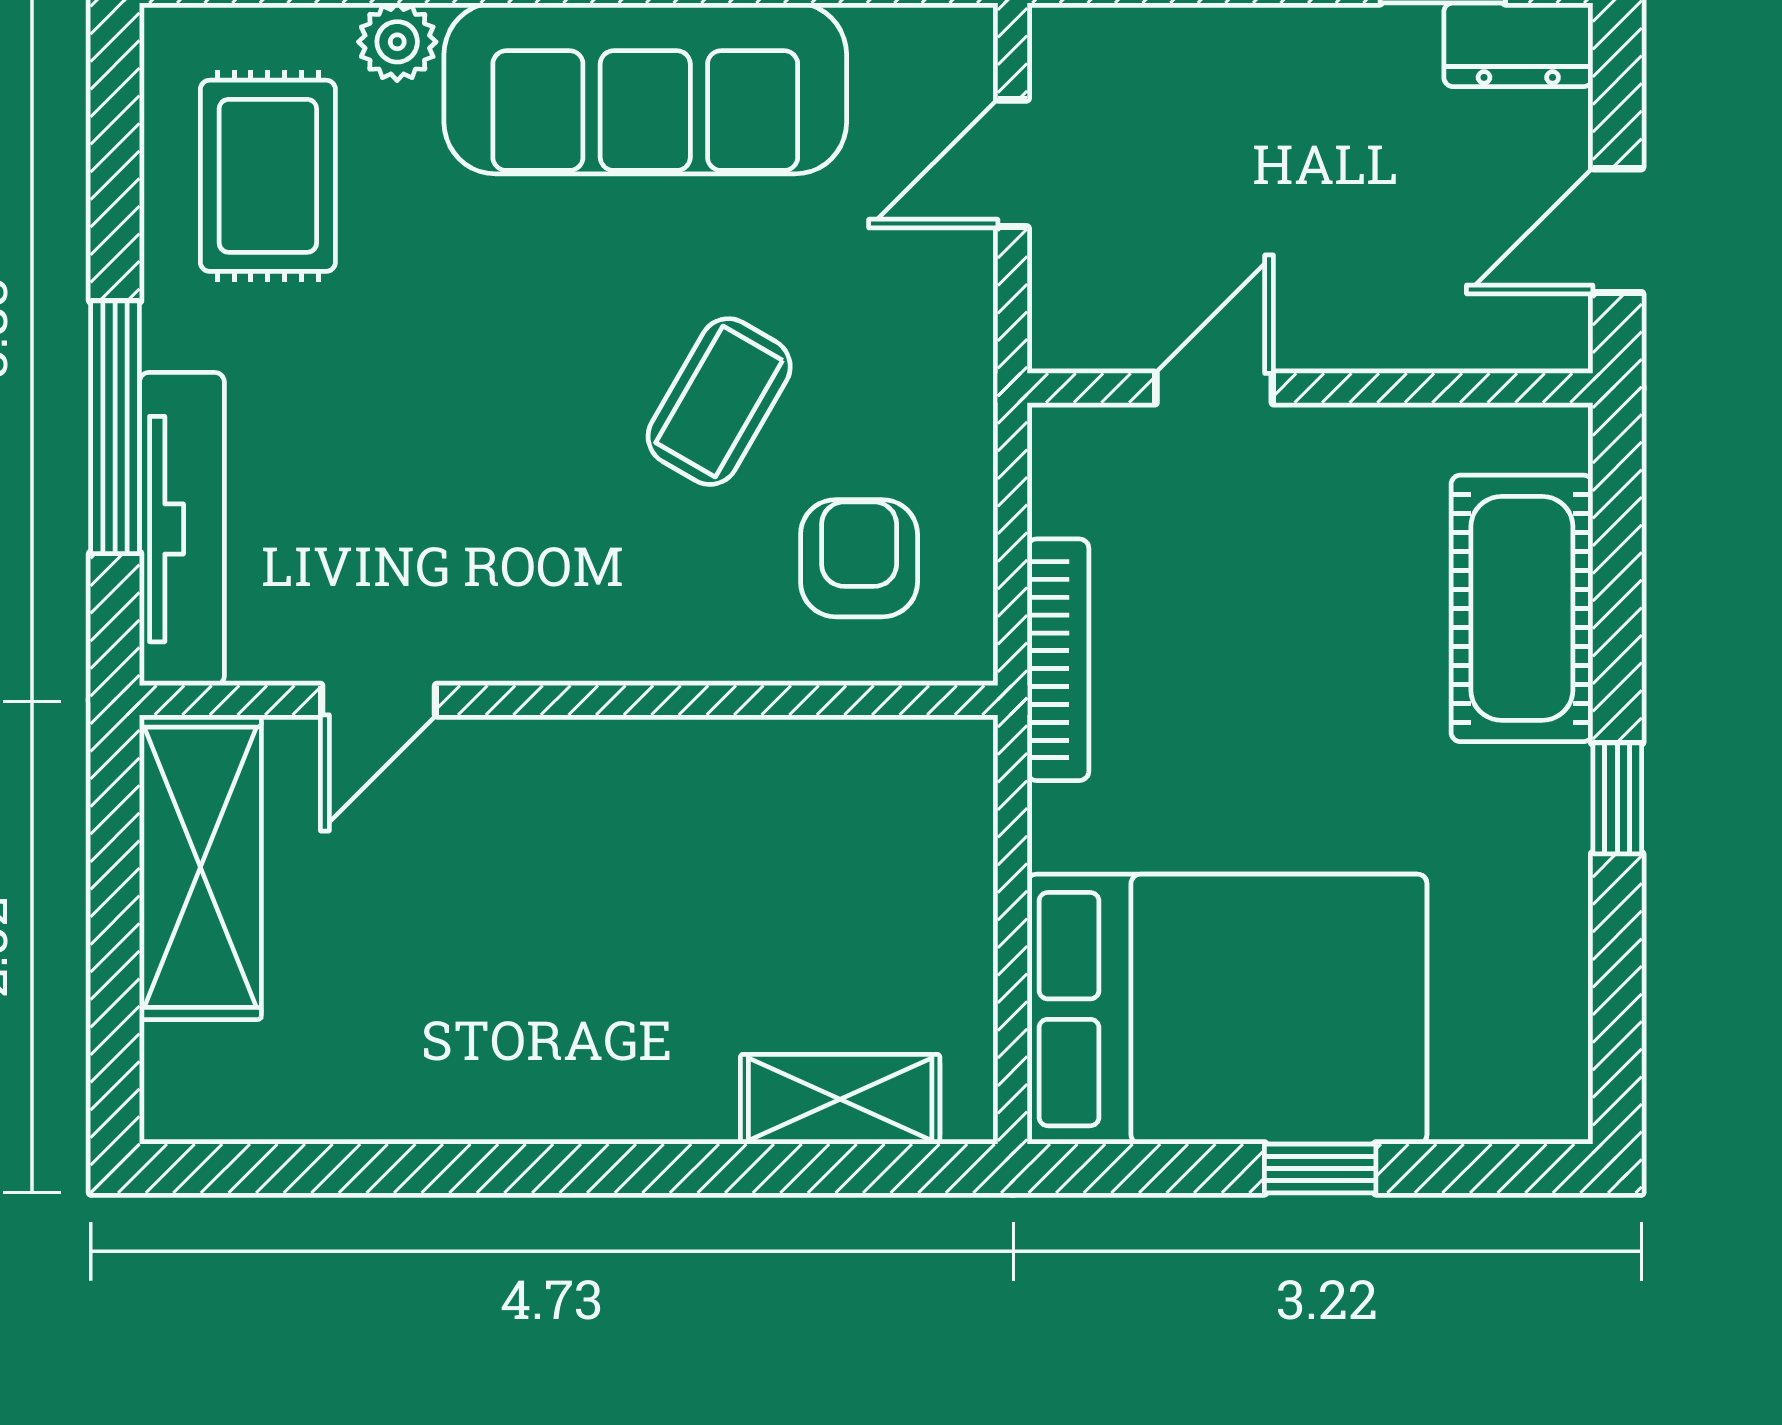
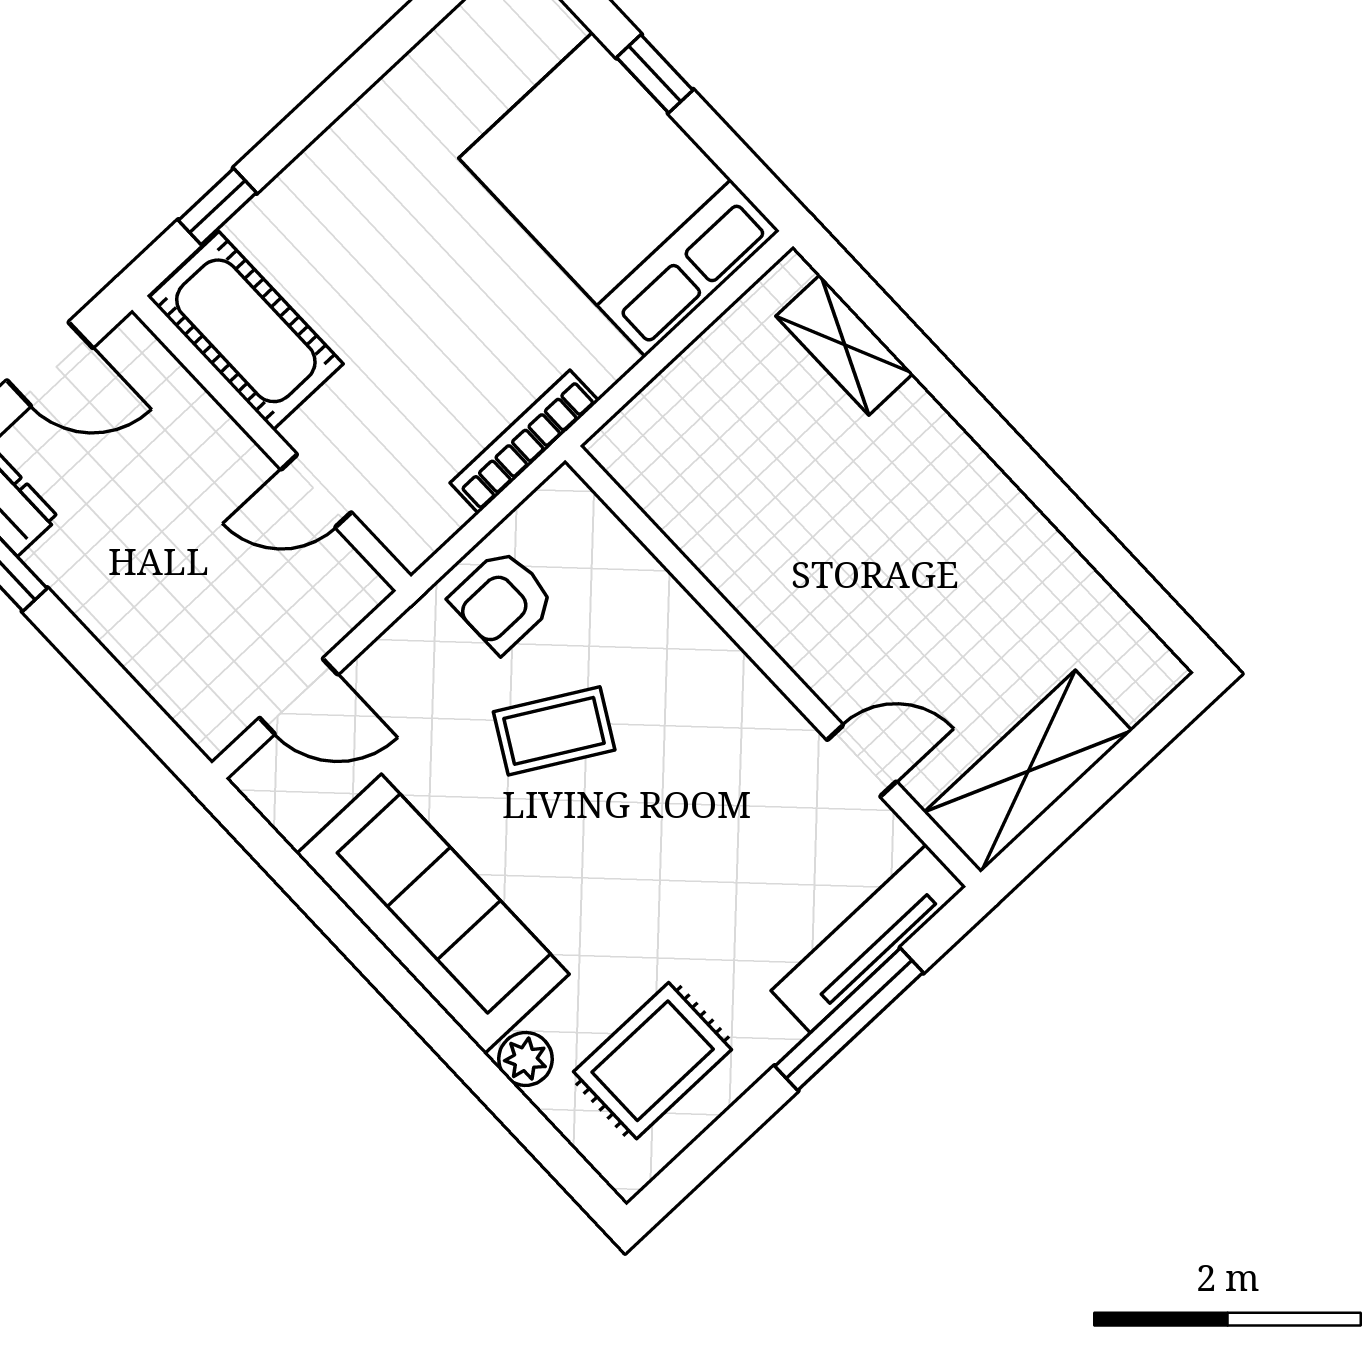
armchair: (859, 558) -> (502, 601), moved
cot: (1522, 608) -> (246, 331), moved, turned 90
window: (1617, 798) -> (217, 207), moved

